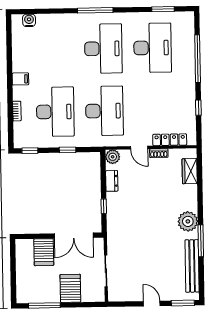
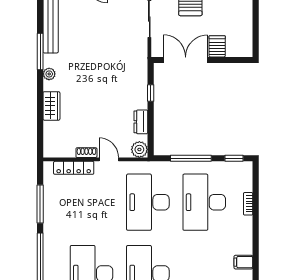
filing cabinet: (20, 79) -> (243, 262), moved
window: (198, 108) -> (40, 204), width x2.17
window: (68, 150) -> (191, 158), width x2.17
wardrobe: (190, 171) -> (51, 106), moved
plant: (188, 221) -> (49, 74), width x0.53, depth x0.53
server rack: (44, 252) -> (217, 46), width x0.73, depth x0.70

